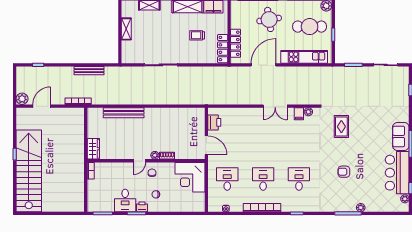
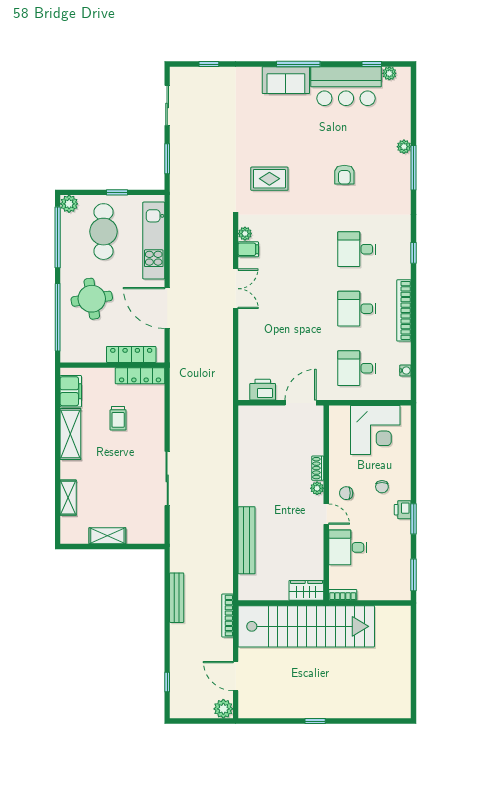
stairs: (29, 171) -> (306, 626), moved, turned 180
corner desk: (190, 177) -> (375, 430), moved
desk: (125, 200) -> (348, 547), moved, turned 180

